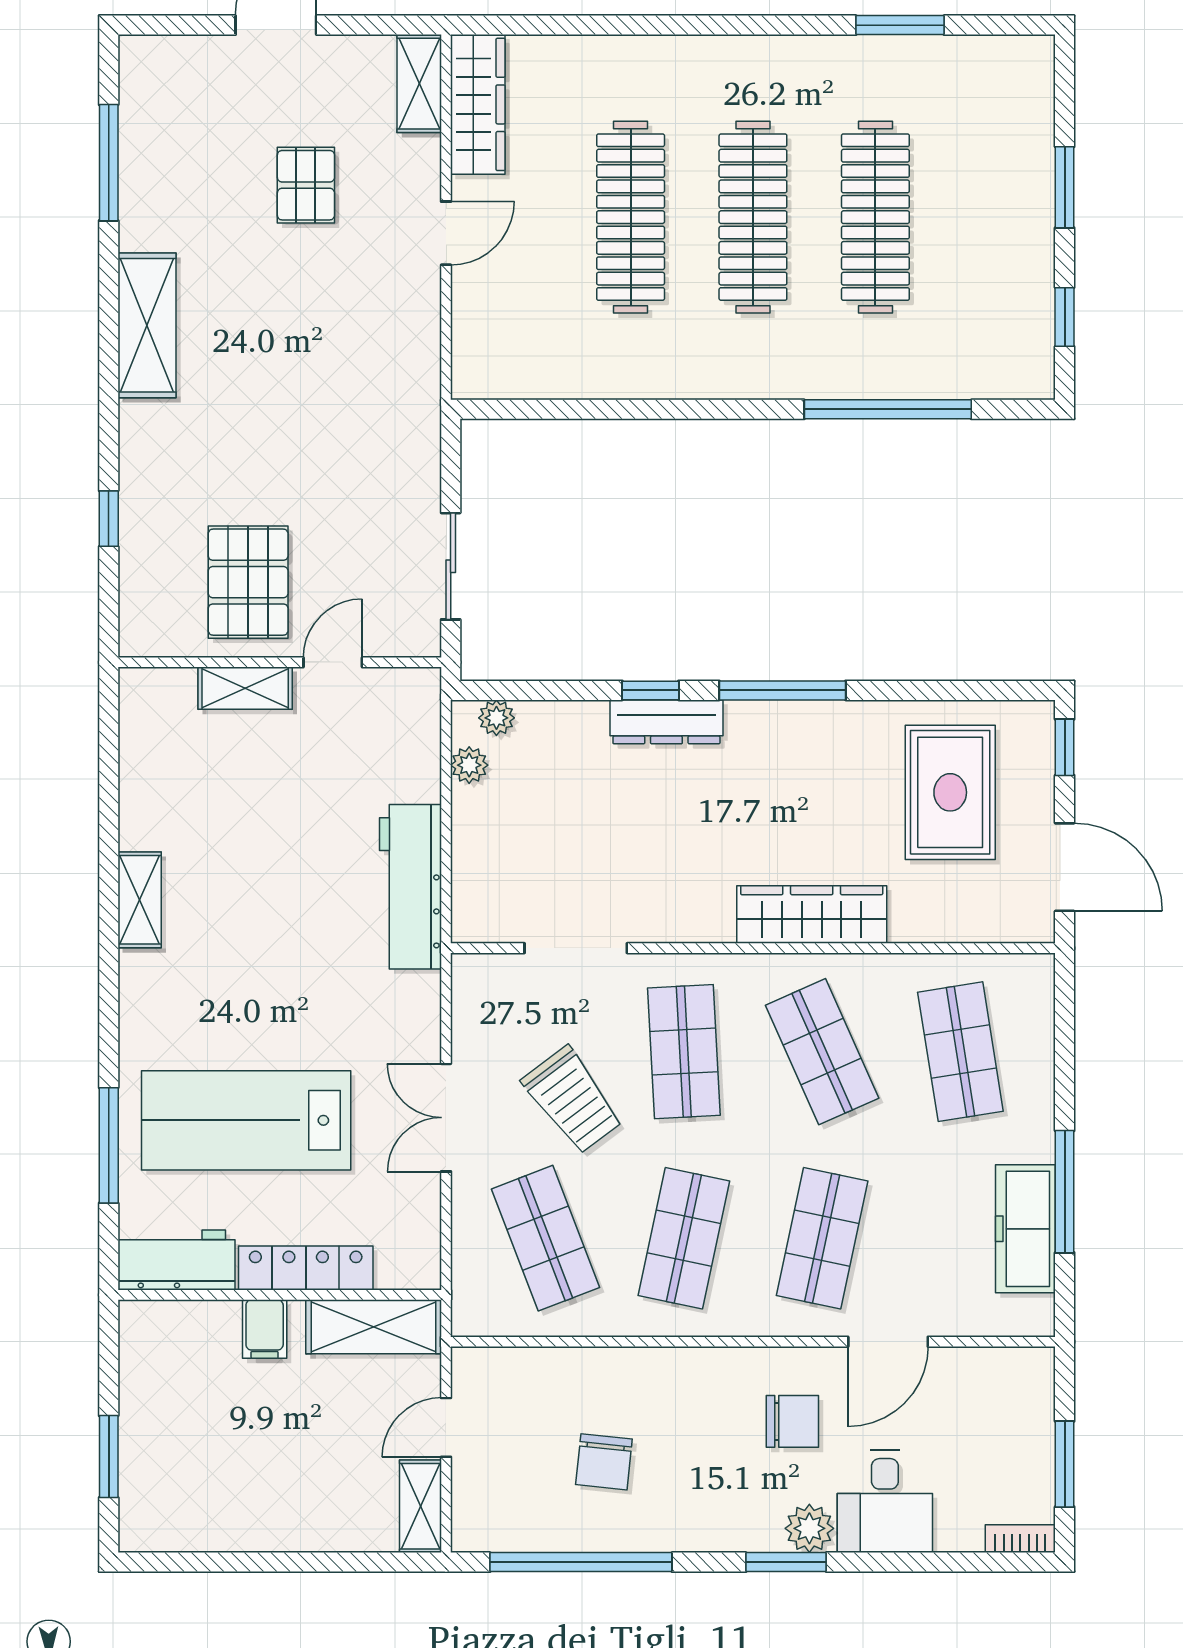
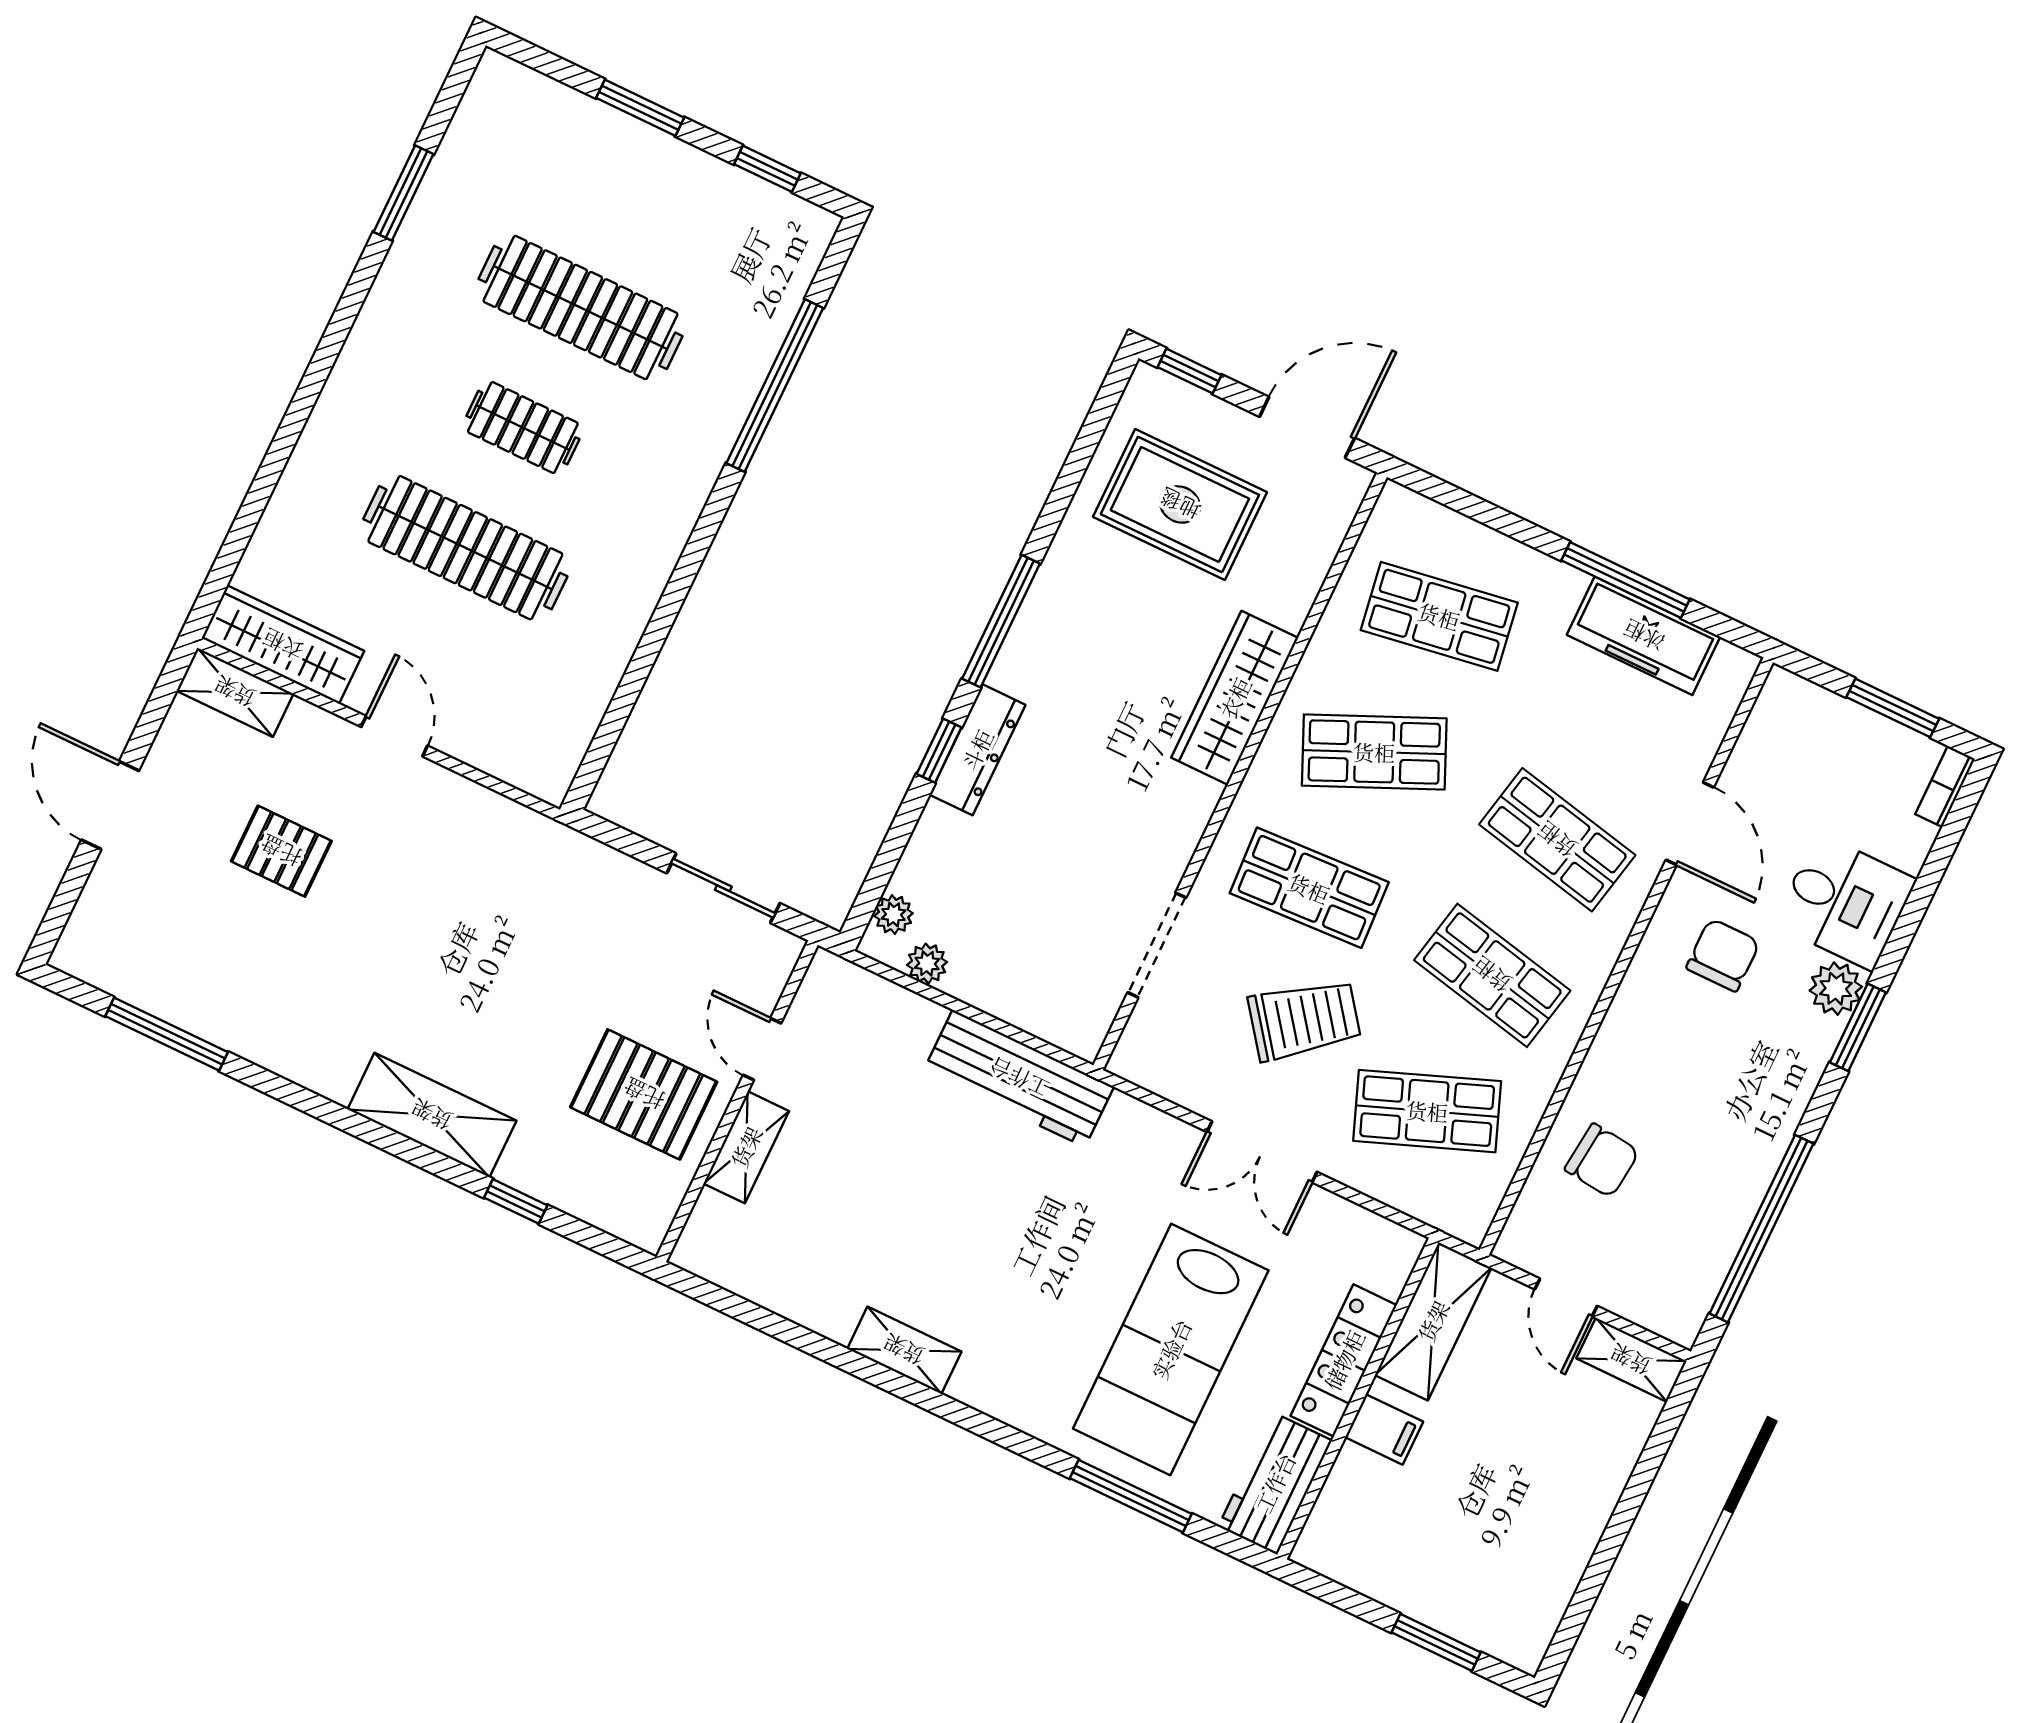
clothes rail: (753, 217) -> (523, 428), width x0.54, depth x0.76
shelving: (147, 325) -> (432, 1115), moved
chair: (604, 1462) -> (1602, 1160), moved

